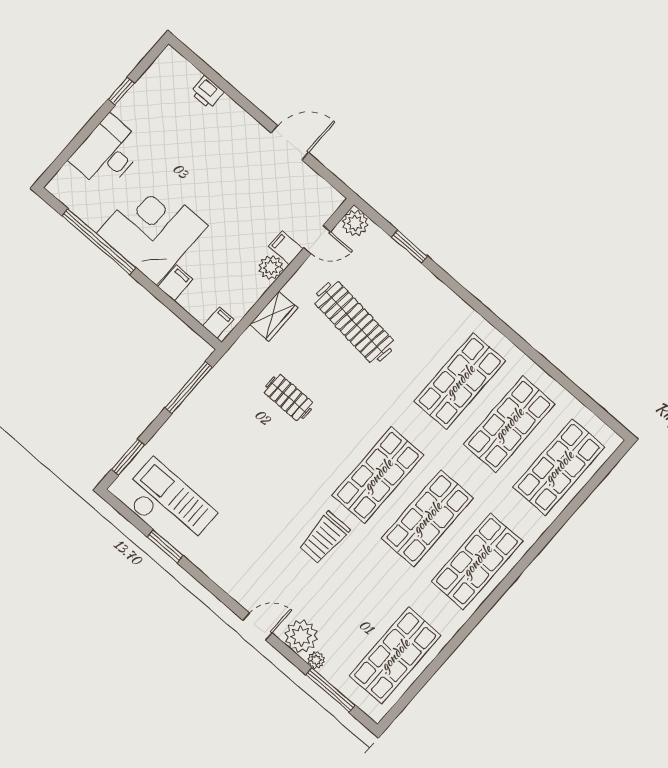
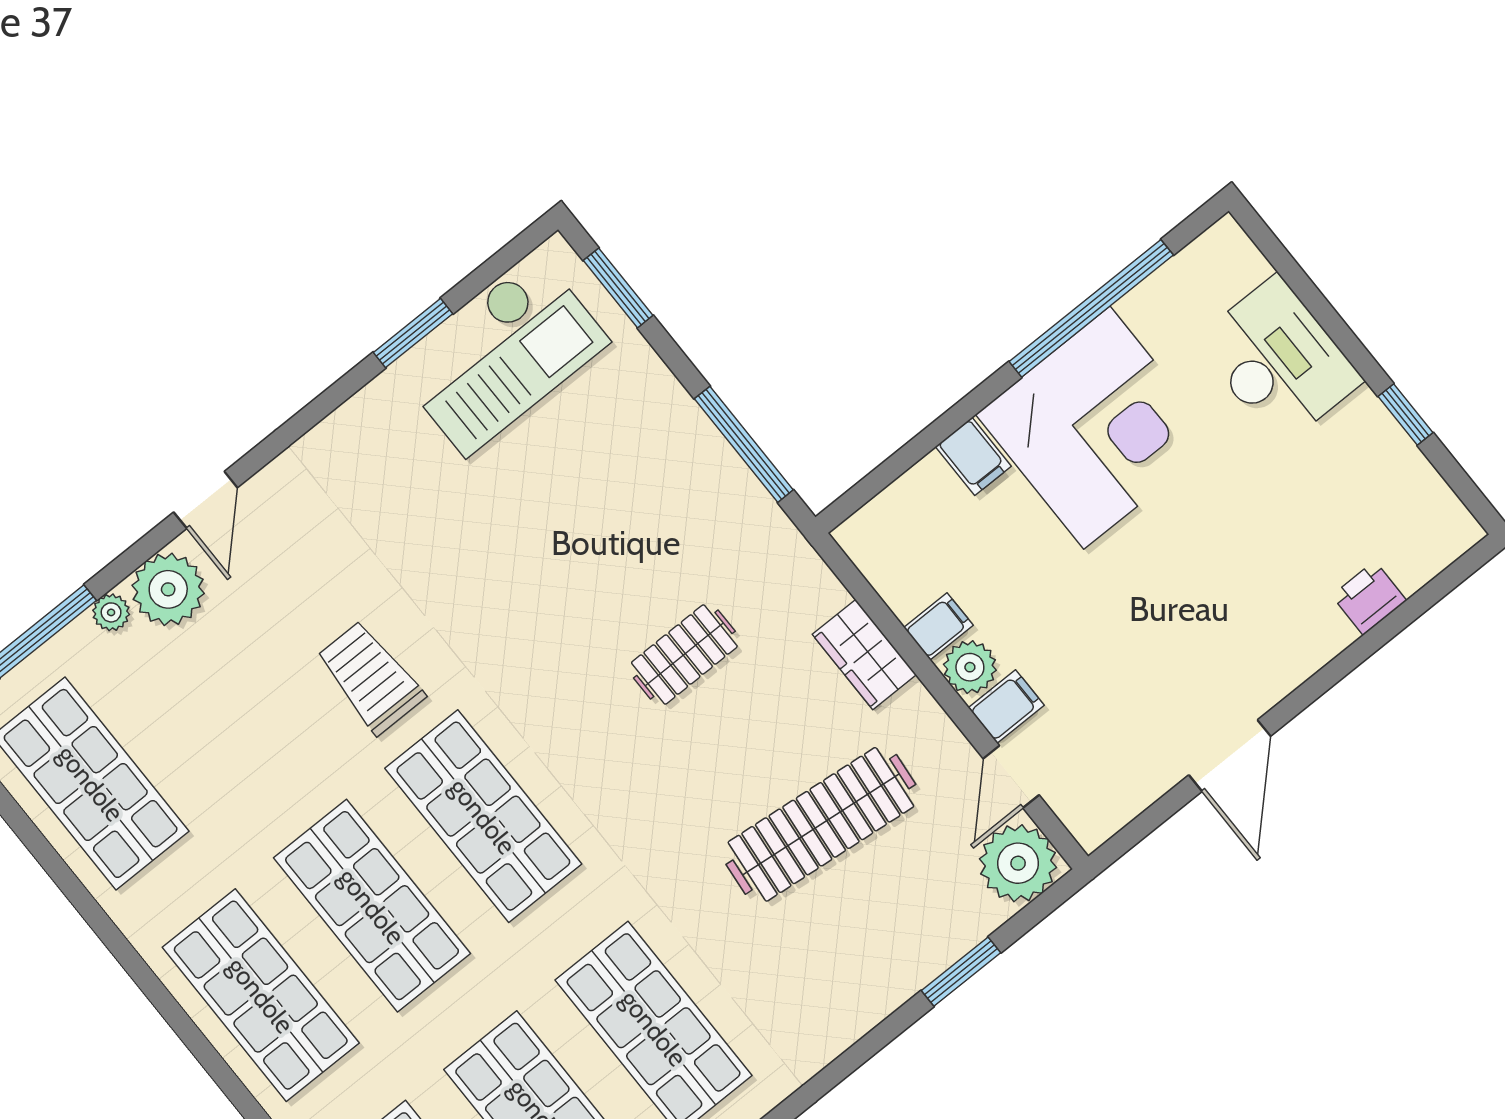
plant: (355, 223) -> (1018, 863), width x1.36, depth x1.36
filing cabinet: (218, 323) -> (939, 626), moved, turned -90

